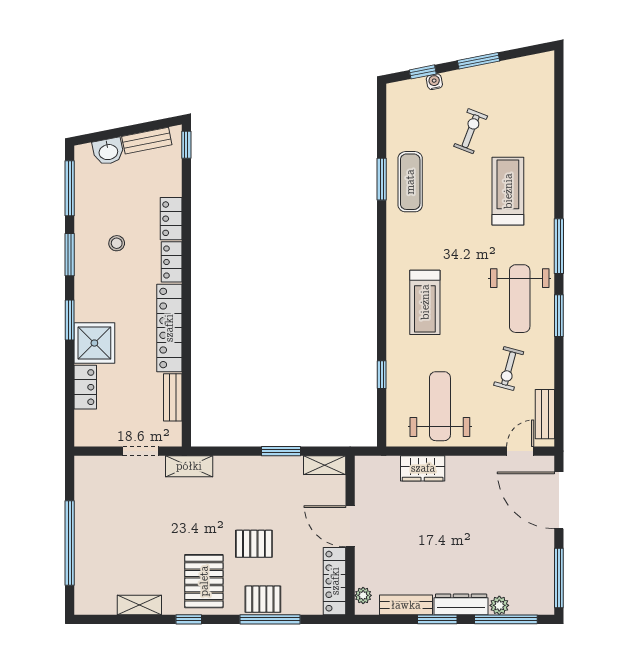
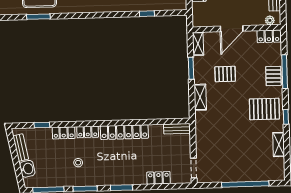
window: (186, 145) -> (42, 125), moved
shower: (94, 343) -> (134, 173), removed
bench: (173, 397) -> (177, 129), moved
doorway: (141, 451) -> (194, 168), moved
shelving: (189, 466) -> (200, 97), moved
pallet: (254, 544) -> (225, 74), moved, turned 90
locker: (335, 581) -> (269, 36), width x0.66

